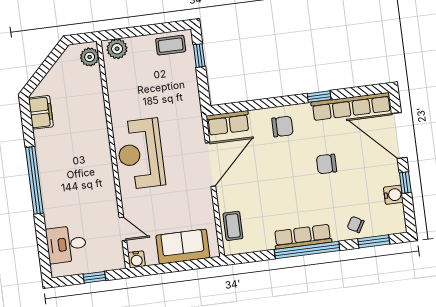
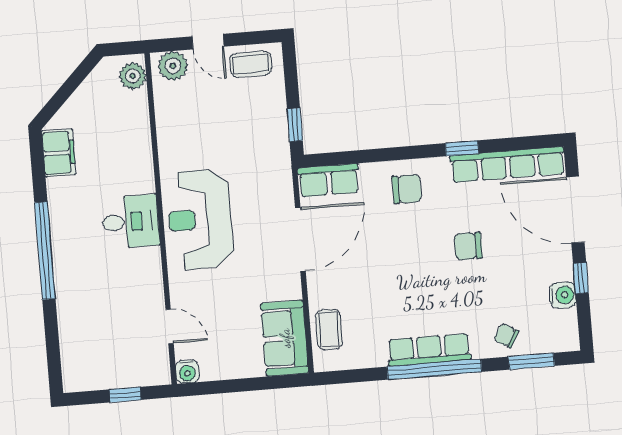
door: (141, 31) -> (208, 42), added
window: (199, 56) -> (295, 125), moved
desk: (66, 244) -> (131, 222), moved, turned 180
sofa: (183, 247) -> (285, 338), moved, turned -90

